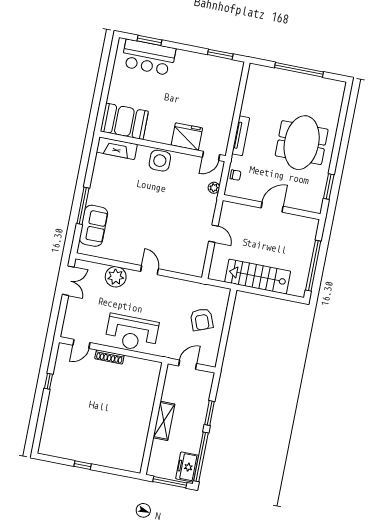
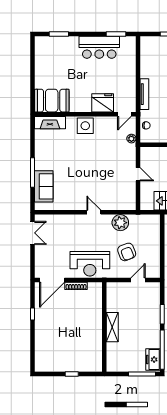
bar counter: (149, 57) -> (99, 47), moved
plant: (116, 277) -> (120, 223), moved
armchair: (202, 319) -> (127, 252), moved
door: (81, 344) -> (52, 280), width x1.88
wall: (154, 419) -> (104, 327), moved
shelving: (164, 421) -> (112, 327), moved

